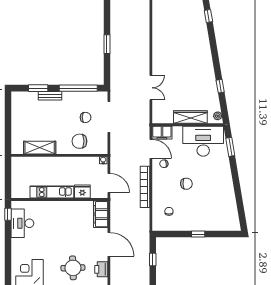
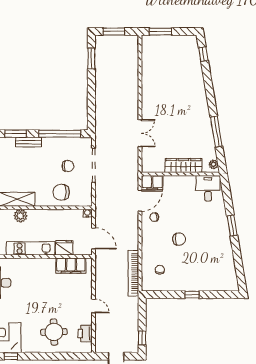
window: (107, 44) -> (91, 58), moved
window: (220, 86) -> (216, 131), width x2.17
desk: (203, 141) -> (208, 188), width x0.53, depth x0.77
window: (230, 147) -> (232, 226), moved
door: (151, 149) -> (140, 201), hinge flipped
plant: (43, 163) -> (20, 216), added
bookcase: (145, 187) -> (133, 273), moved
filing cabinet: (101, 214) -> (71, 266), moved, turned -90
door: (109, 244) -> (94, 306), width x0.53
window: (153, 259) -> (142, 338), moved

